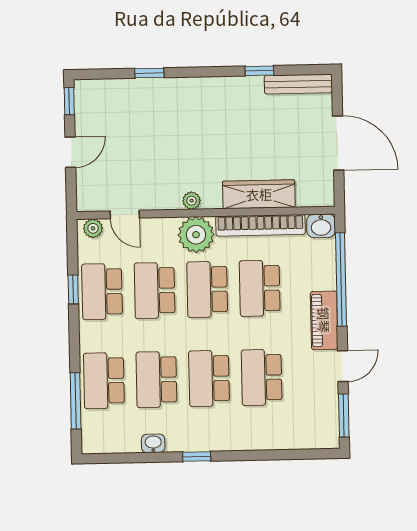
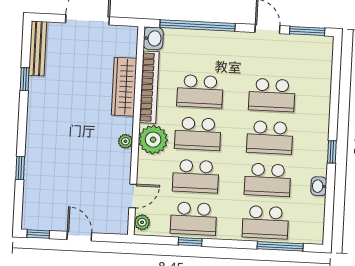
piano: (324, 320) -> (230, 41), removed

